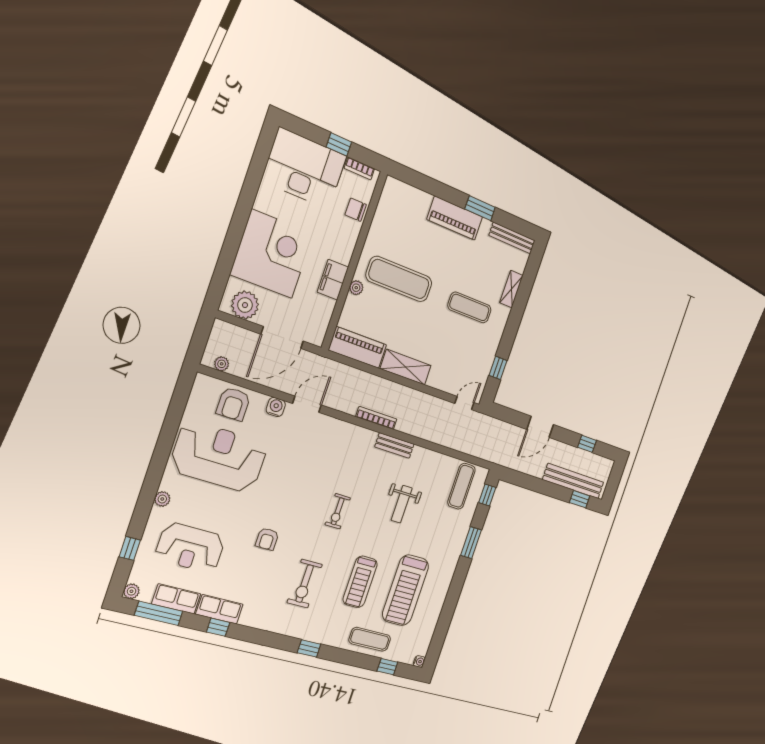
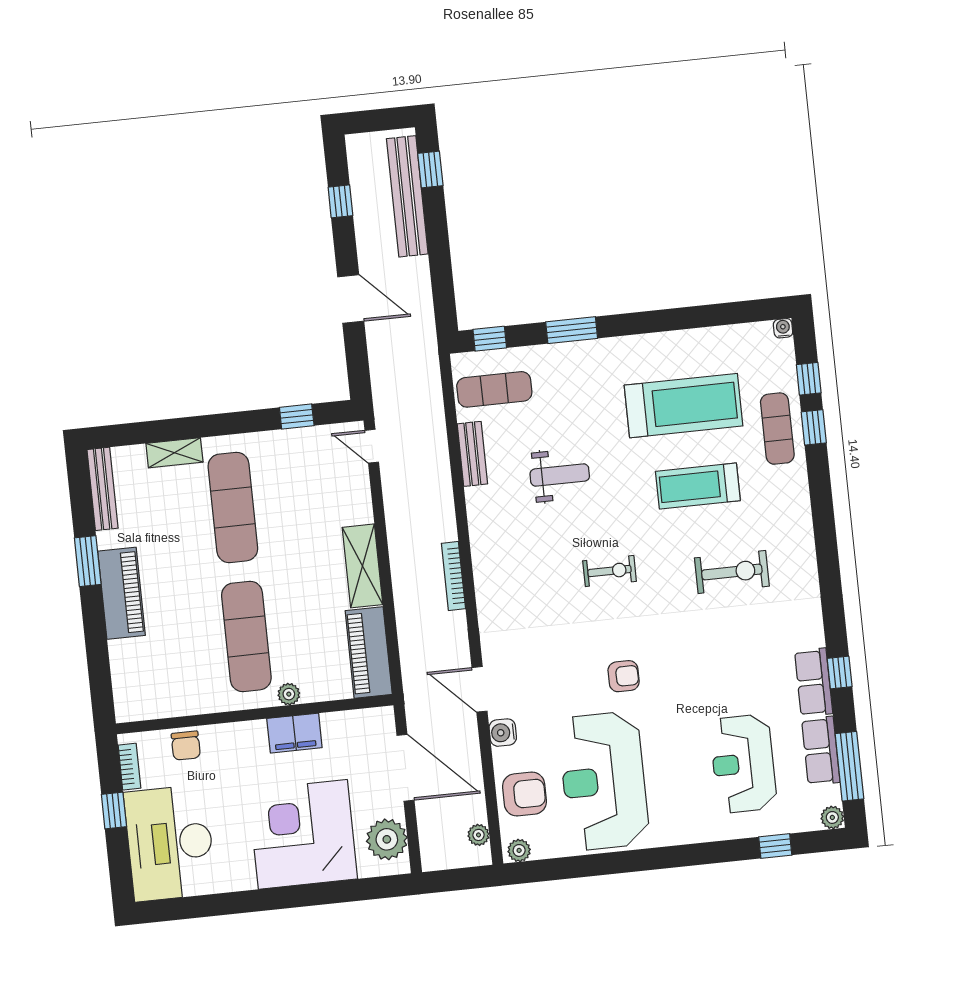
exercise mat: (469, 307) -> (233, 507), width x1.36, depth x1.45
bench: (394, 445) -> (472, 454), moved
plant: (162, 499) -> (519, 850), moved
armchair: (267, 539) -> (624, 676), moved
reception desk: (190, 548) -> (743, 764), turned 180
treadmill: (360, 582) -> (698, 486), turned 180
window: (309, 648) -> (814, 427), moved

